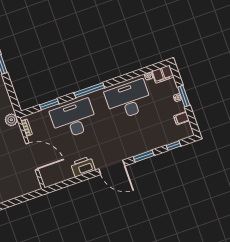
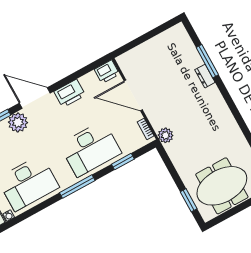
plant: (129, 150) -> (18, 122), added
printer: (50, 179) -> (107, 72), added

